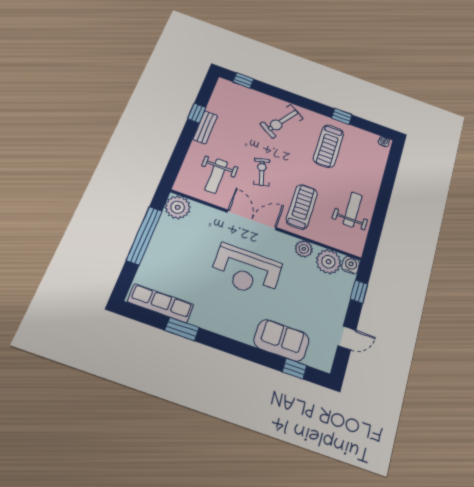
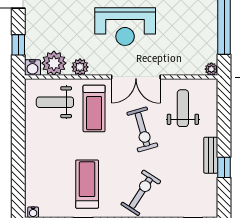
exercise bike: (262, 172) -> (142, 129), width x1.38, depth x1.39
plant: (178, 207) -> (211, 69), width x0.53, depth x0.53
weight bench: (353, 209) -> (55, 102), moved, turned 90
reception desk: (246, 271) -> (125, 27), turned 180

